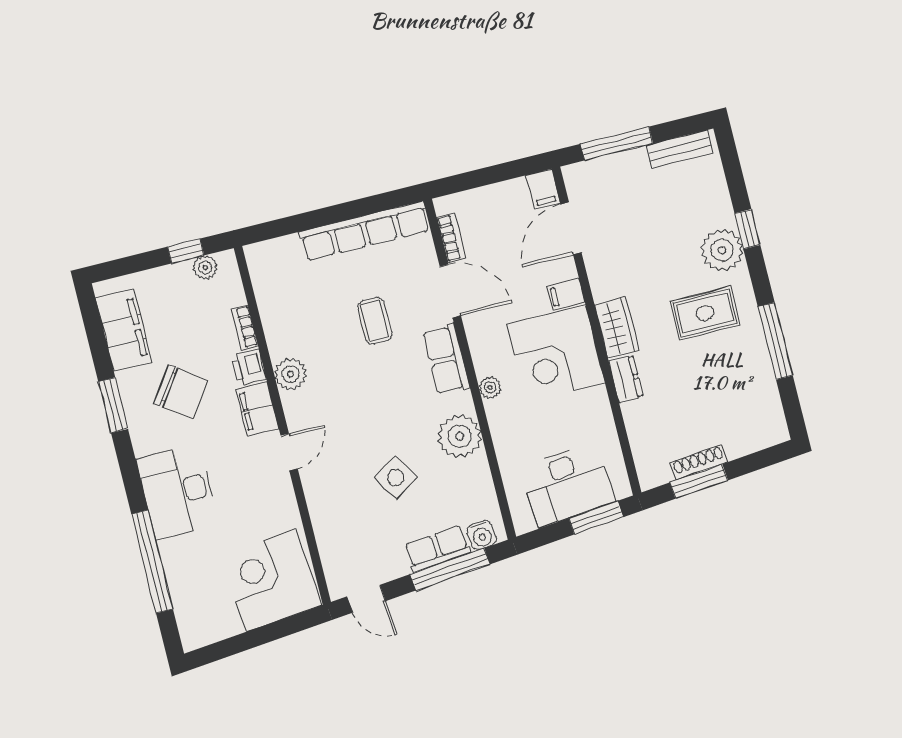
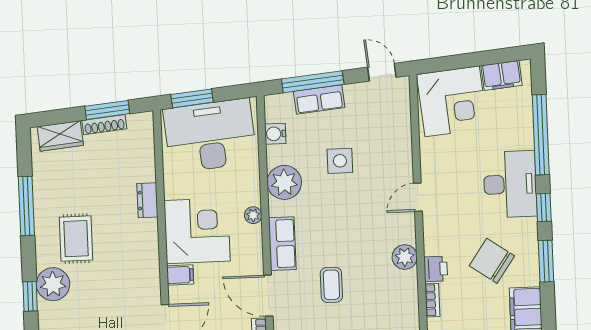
rug: (705, 313) -> (76, 239), turned 90
wardrobe: (617, 328) -> (60, 136), moved, turned -95
filing cabinet: (257, 409) -> (502, 75), moved, turned 85
window: (130, 472) -> (544, 207), added
side table: (396, 478) -> (340, 161), turned 31
desk: (567, 485) -> (210, 136), width x1.36, depth x1.30
water cooler: (482, 535) -> (275, 134), moved, turned -85

